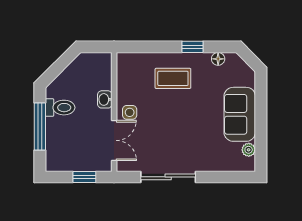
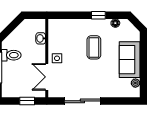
coffee table: (173, 78) -> (94, 47), moved, turned 90
washbasin: (105, 99) -> (41, 38), moved
double door: (114, 140) -> (47, 77), swing flipped

